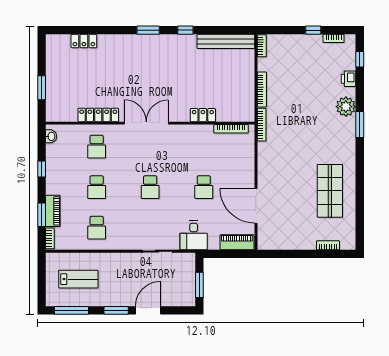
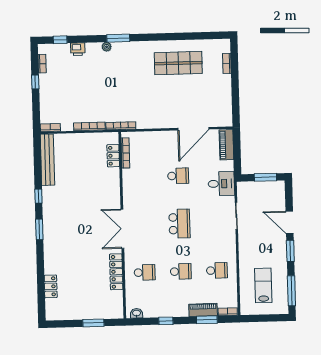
plant: (346, 107) -> (107, 47), width x0.53, depth x0.53
locker: (203, 115) -> (113, 156), moved
school desk: (150, 187) -> (179, 224), width x1.85

